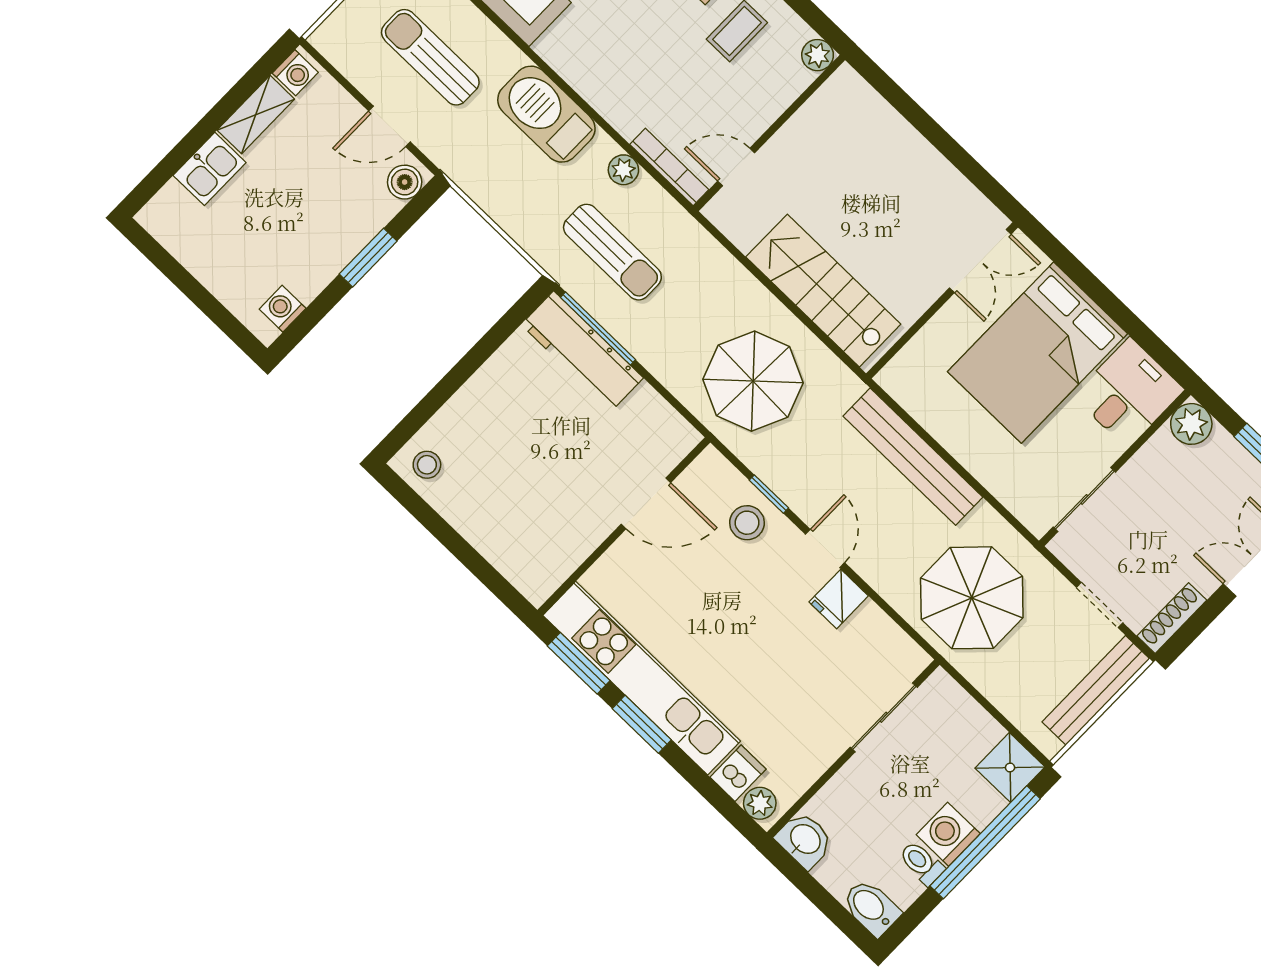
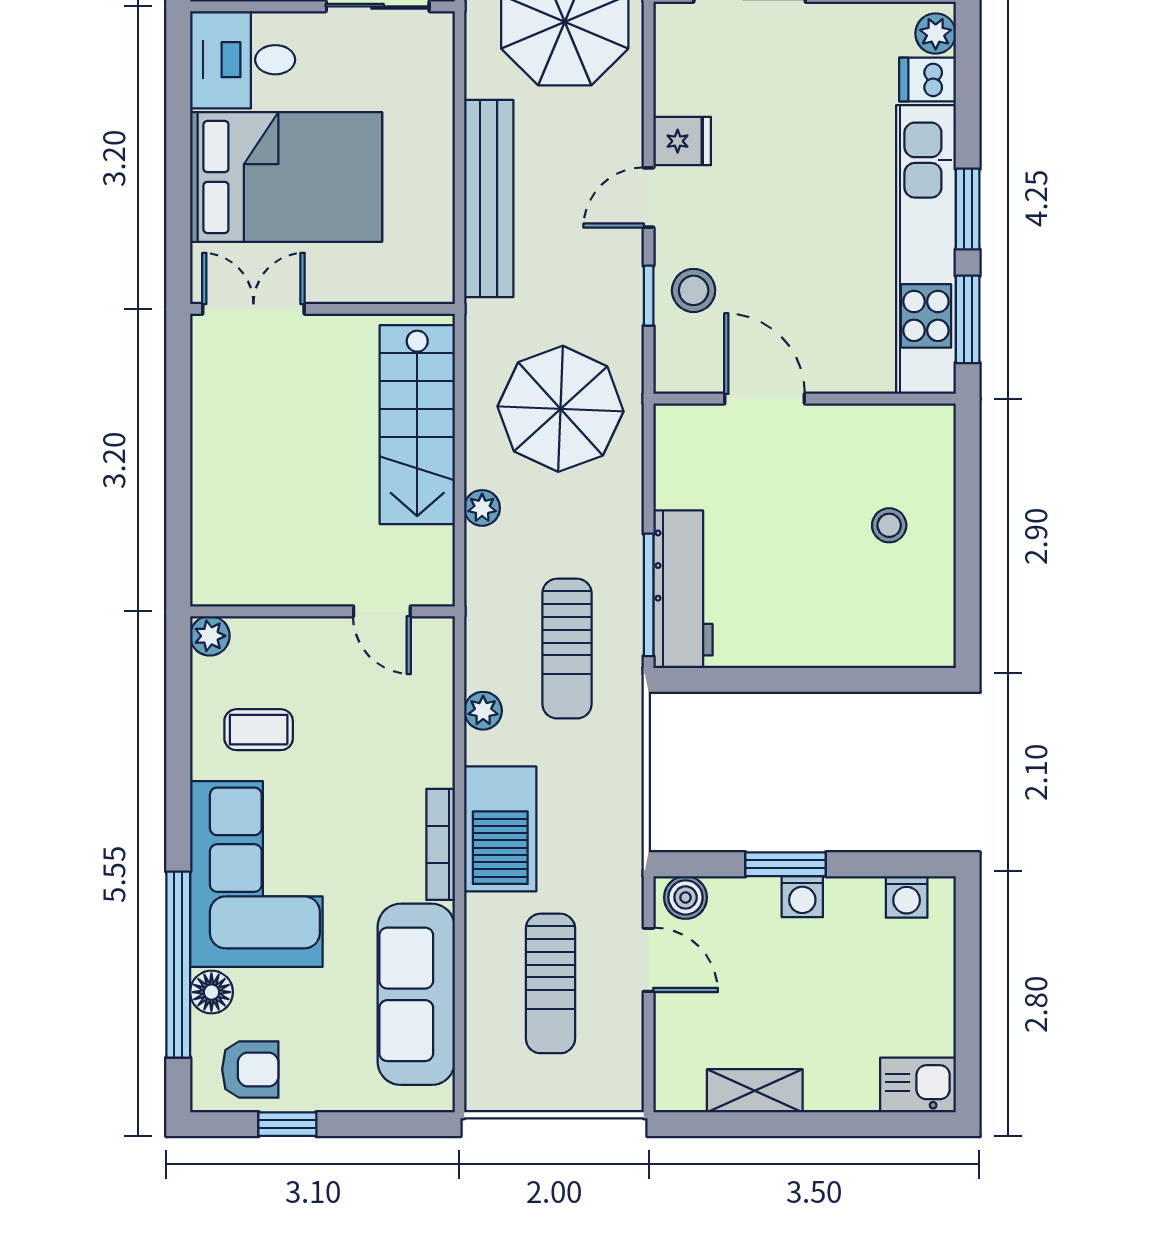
washing machine: (295, 73) -> (802, 897), moved, turned 180
bookcase: (669, 167) -> (441, 844), moved
kitchen sink: (210, 169) -> (918, 1085), moved
sun lounger: (612, 252) -> (567, 649), turned 180
plant: (740, 281) -> (482, 508), added
stool: (427, 465) -> (889, 525), moved

